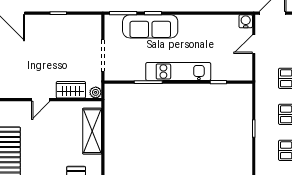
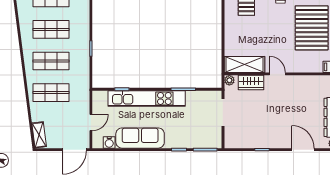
water cooler: (246, 21) -> (109, 142), moved
sofa: (150, 26) -> (140, 138), moved
kitchen unit: (178, 72) -> (147, 98), width x1.36
door: (41, 100) -> (277, 74), hinge flipped
shelving: (92, 131) -> (244, 64), moved, turned 90

